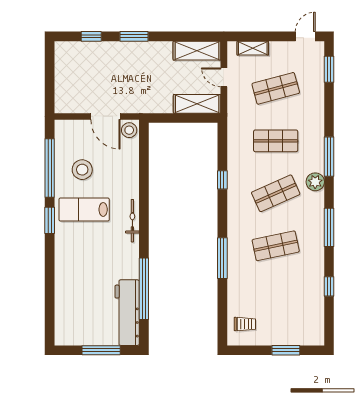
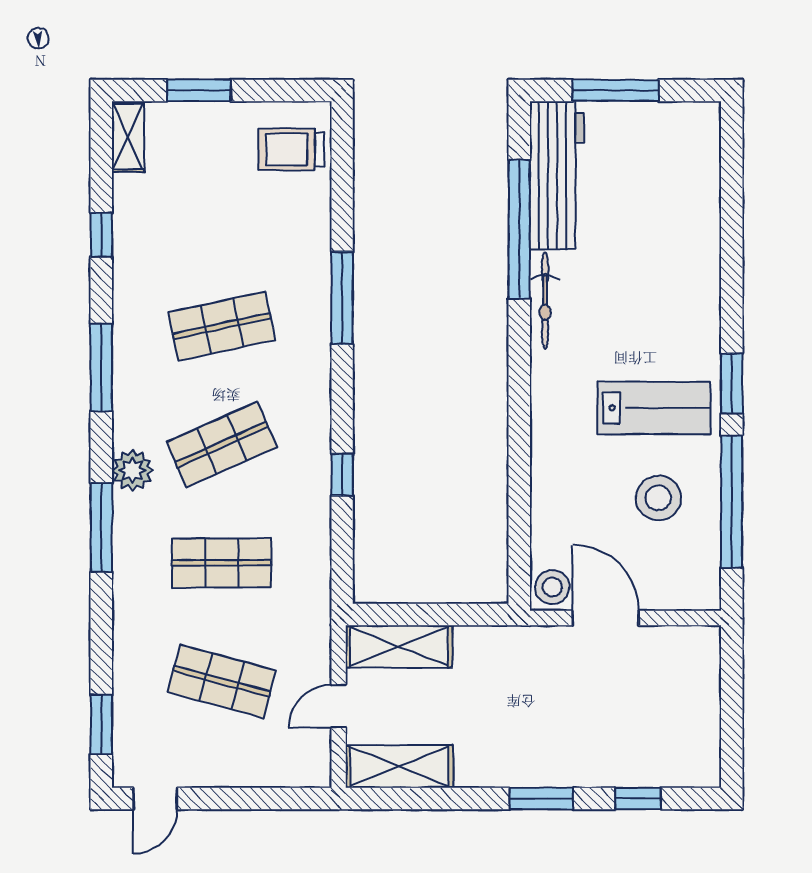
shelving: (253, 48) -> (128, 136), moved, turned 90
door: (224, 77) -> (339, 706), swing flipped
shop shelf: (276, 88) -> (222, 681), turned 30
bicycle: (132, 221) -> (545, 301), moved
trolley: (245, 324) -> (291, 149), width x1.36, depth x1.39

